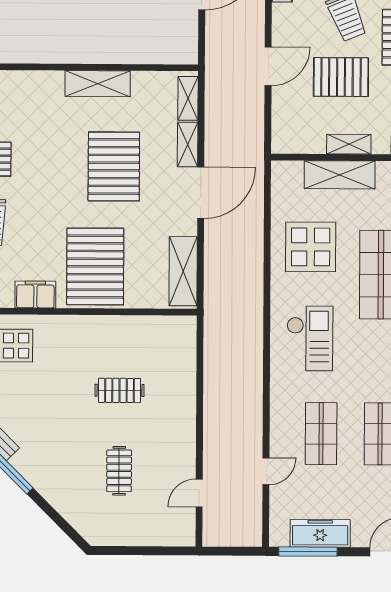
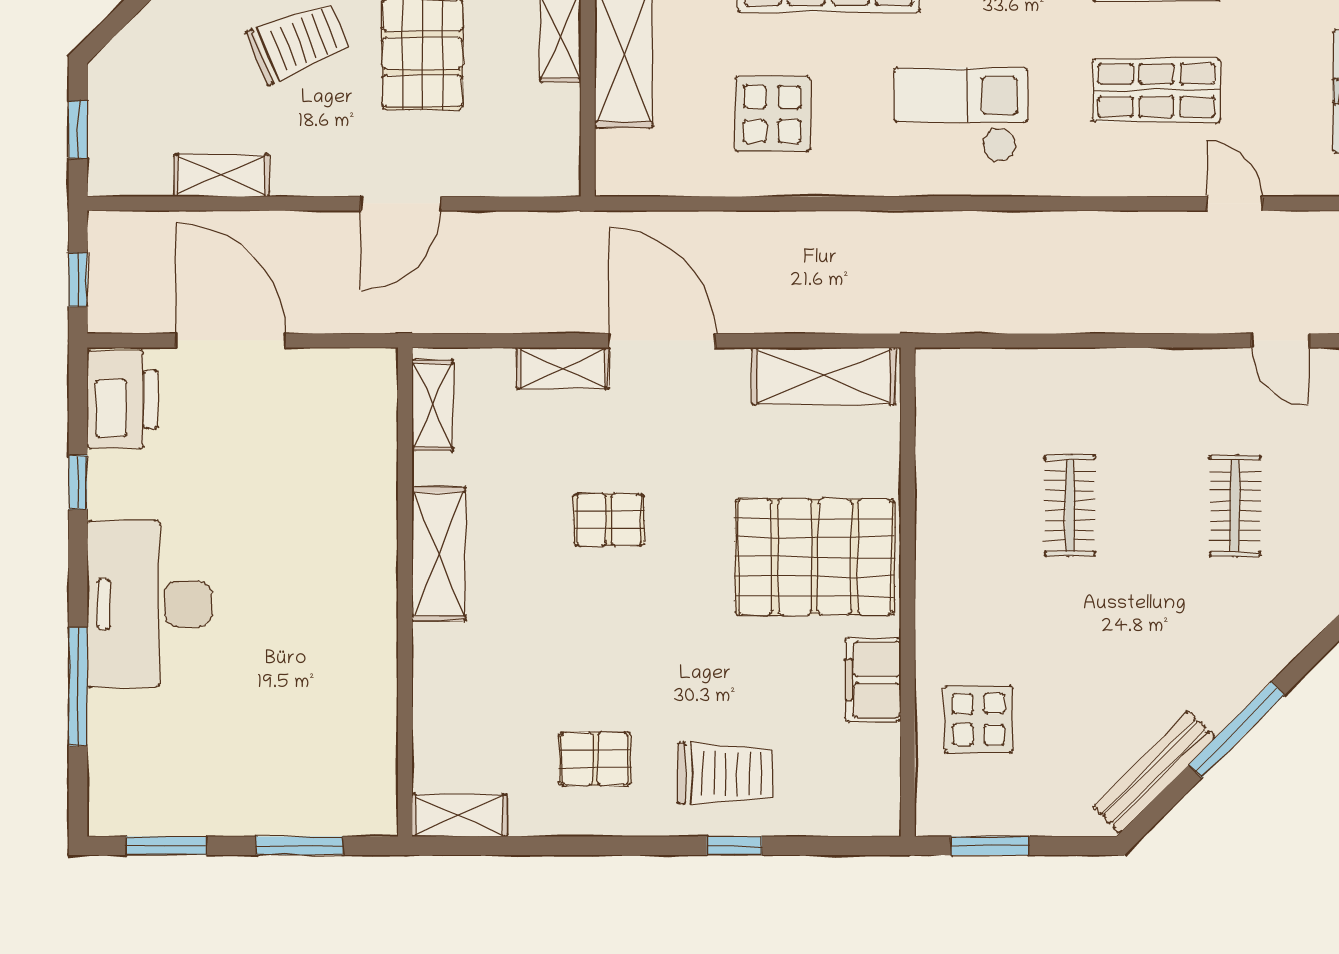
door: (268, 66) -> (401, 203), swing flipped
shelving: (188, 98) -> (432, 405), moved, turned 90
pallet: (114, 166) -> (609, 520), width x0.49, depth x0.50
display table: (311, 247) -> (772, 114), width x0.73, depth x0.73
clothes rail: (119, 471) -> (1235, 506), turned 90

